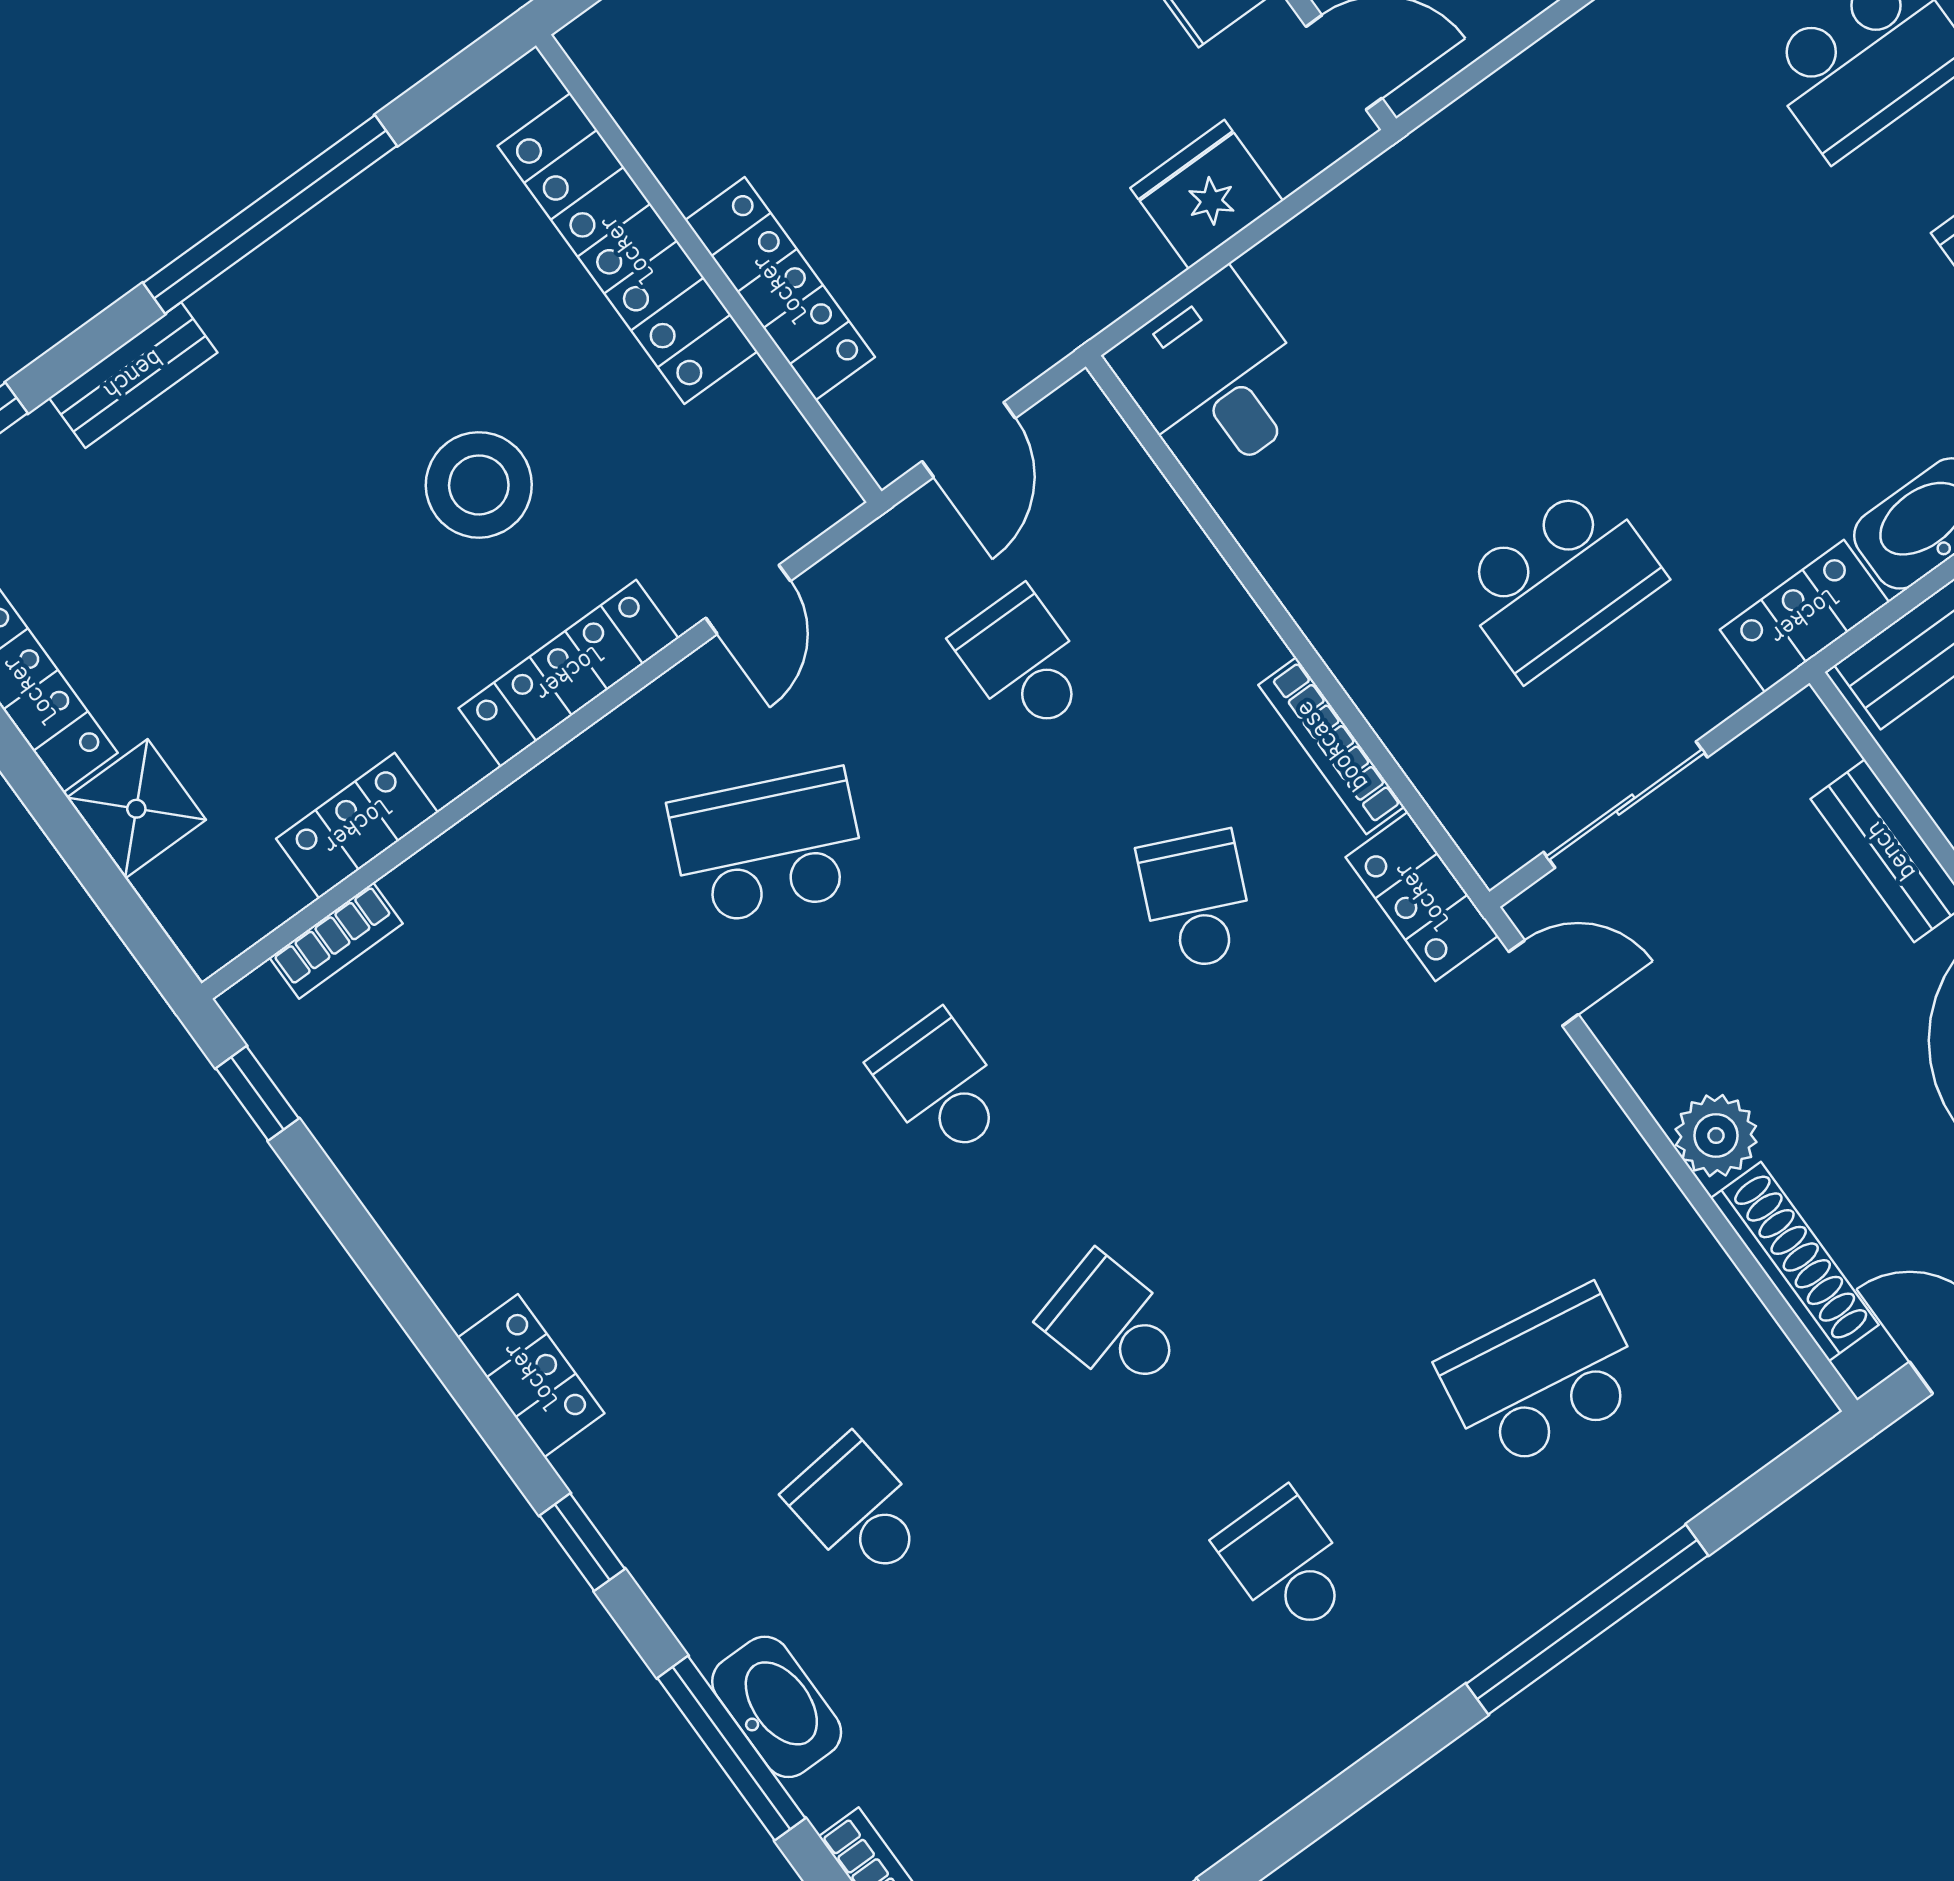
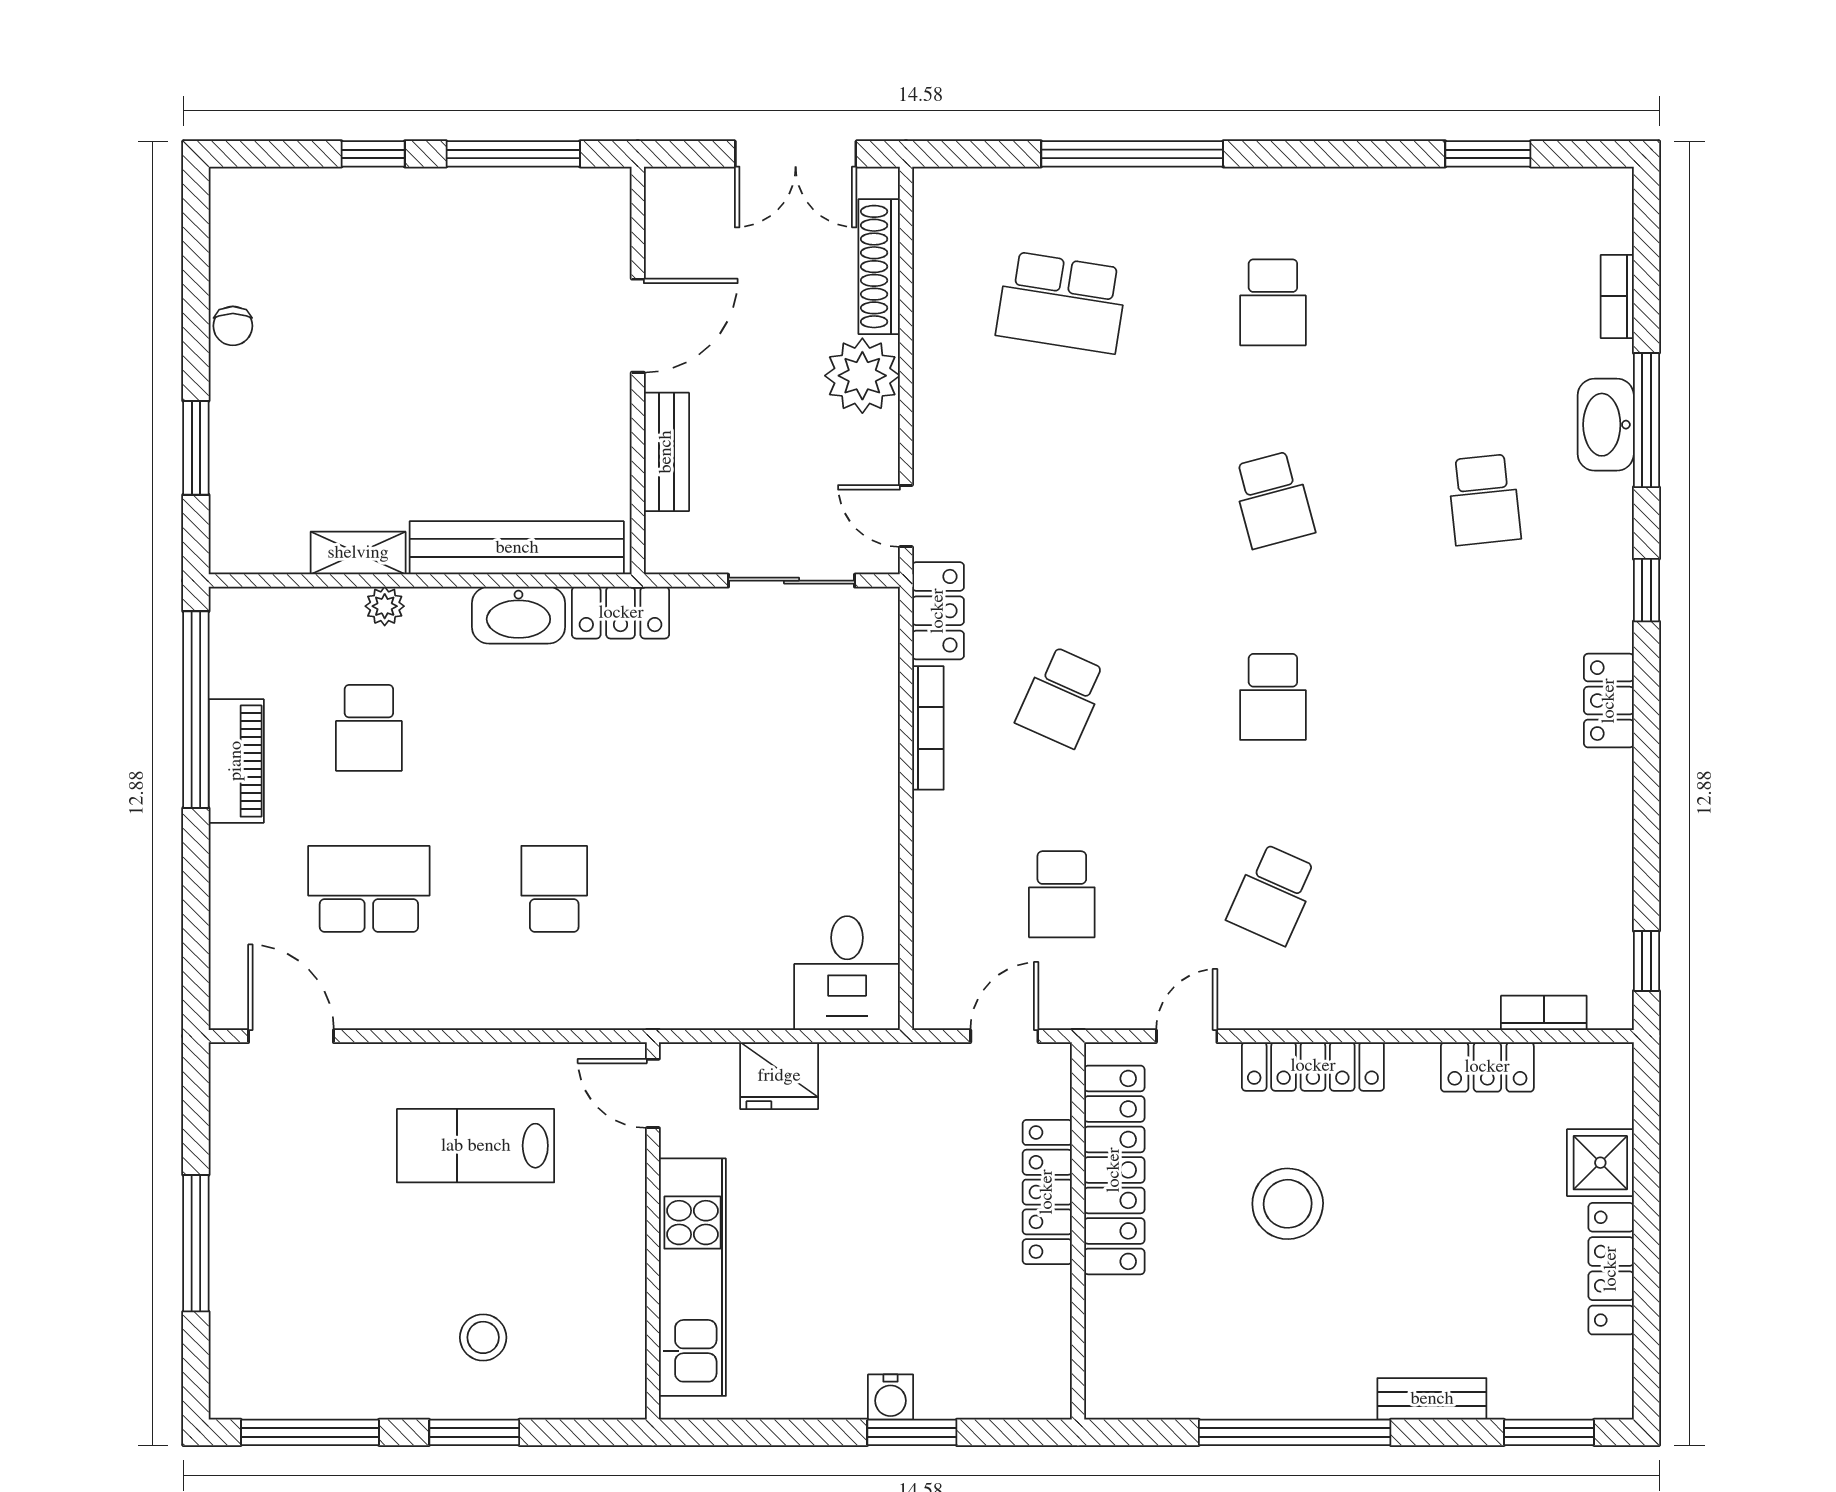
locker: (627, 249) -> (1114, 1170), moved
school desk: (1559, 581) -> (554, 889), moved, width x0.54
school desk: (768, 847) -> (1273, 894), width x0.54
plant: (1716, 1136) -> (862, 376), width x1.36, depth x1.36

